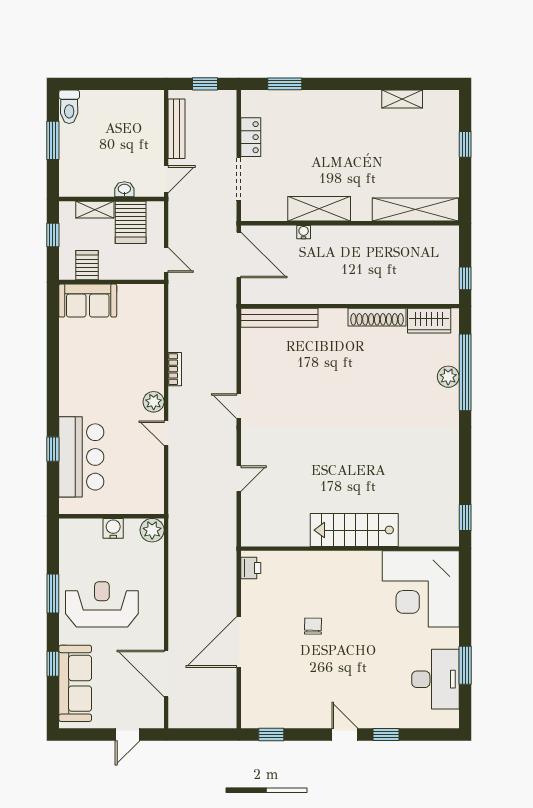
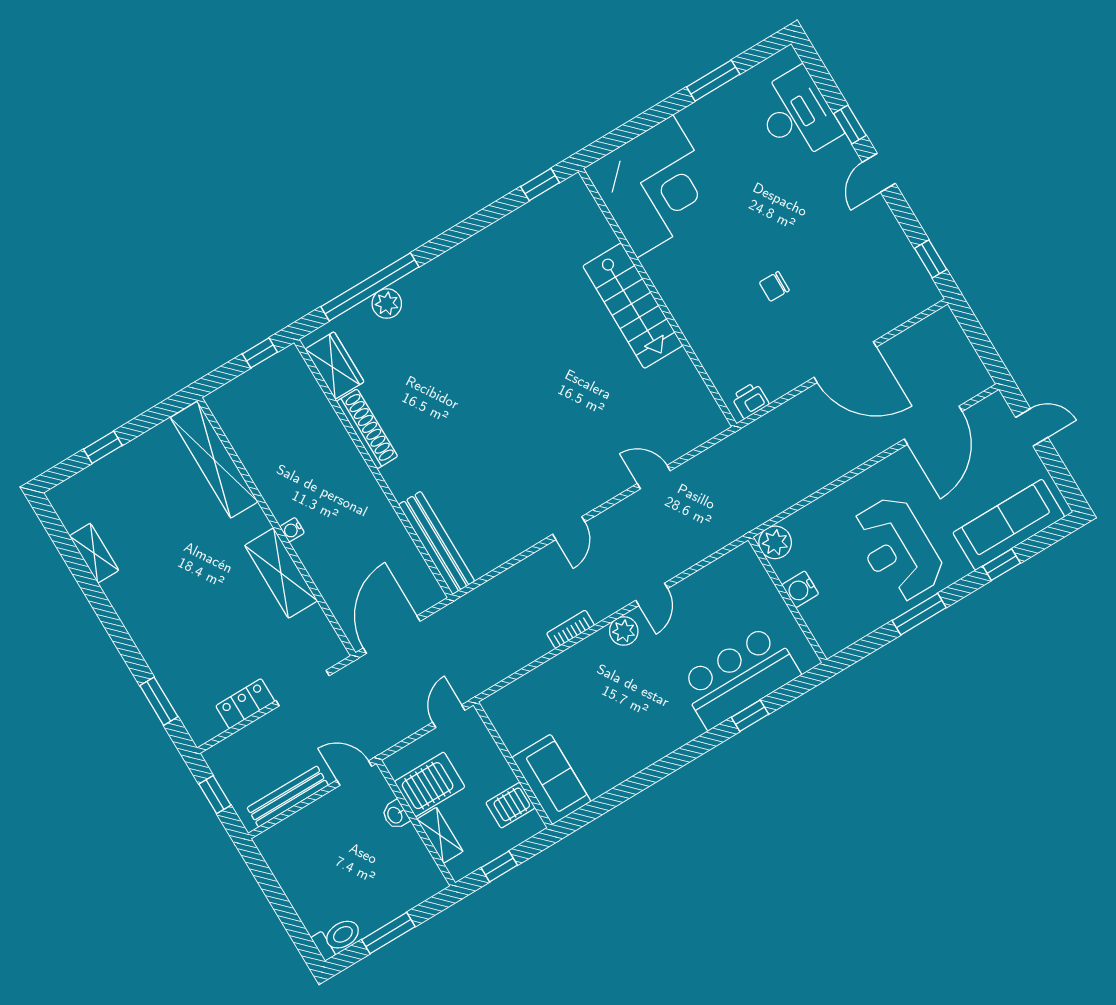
water cooler: (304, 232) -> (292, 530), moved
desk: (435, 679) -> (797, 115), moved, turned 90

